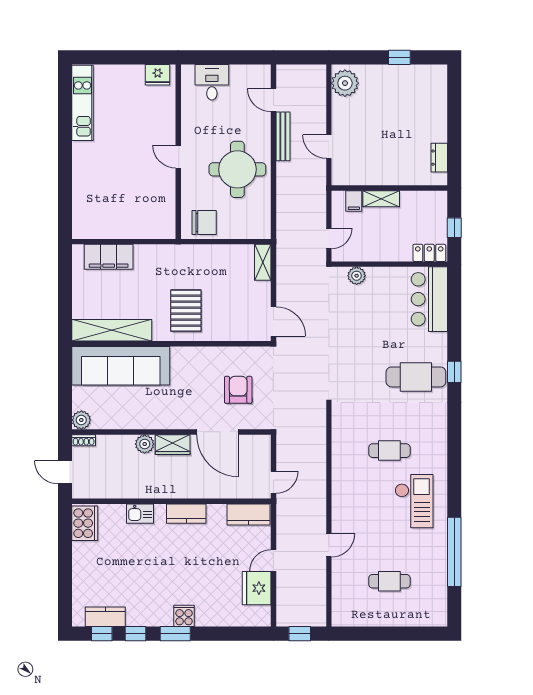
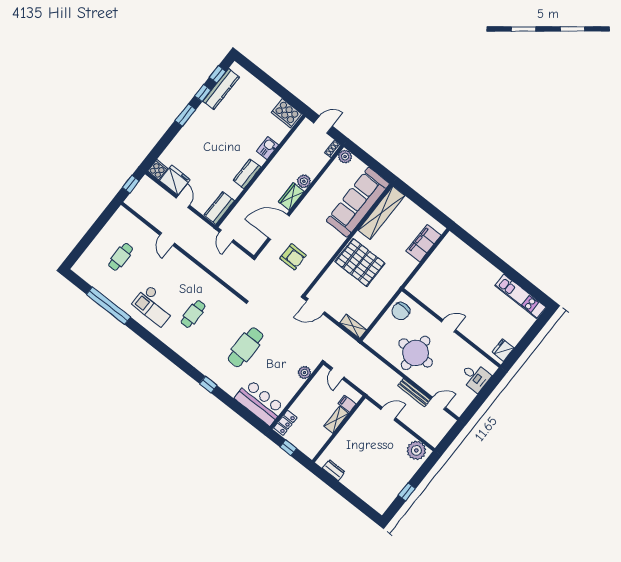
pallet: (186, 311) -> (360, 262), width x1.37, depth x1.41
cafe table: (416, 377) -> (245, 347), moved
cooker: (184, 616) -> (158, 170), moved, turned -90
kitchen counter: (105, 617) -> (221, 89), width x1.50

